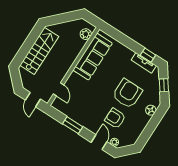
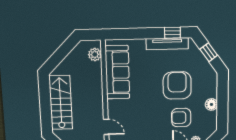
tv unit: (144, 63) -> (167, 44), width x1.41
floor lamp: (151, 110) -> (211, 104), moved

